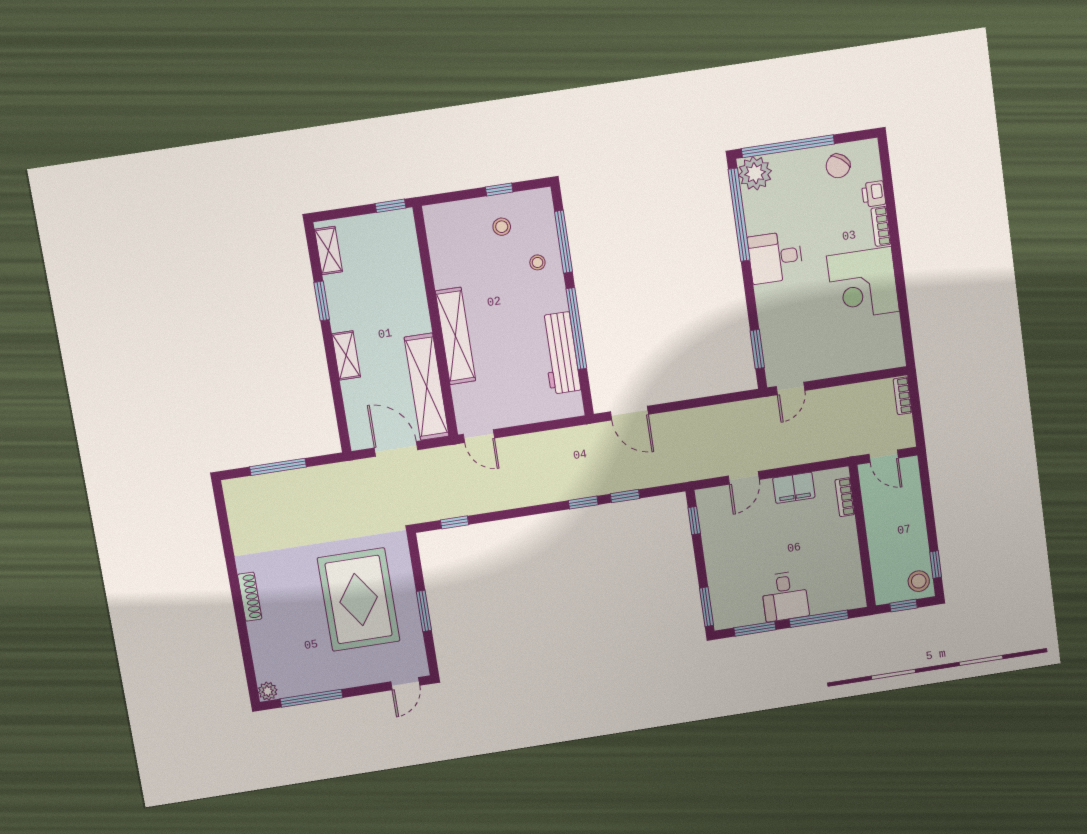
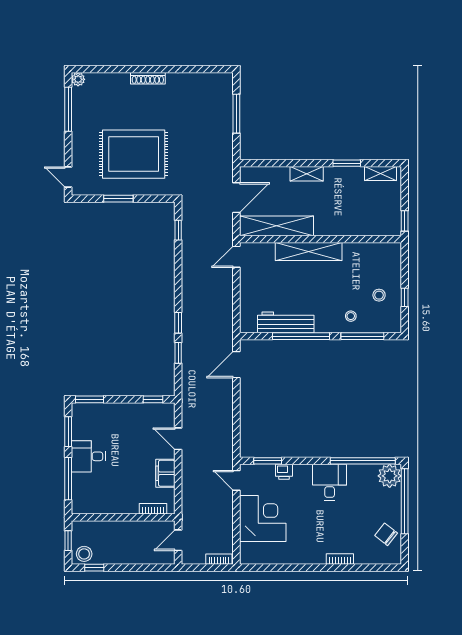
printer: (874, 194) -> (284, 472), moved, turned 180
corner desk: (863, 284) -> (263, 518), moved, turned 90

